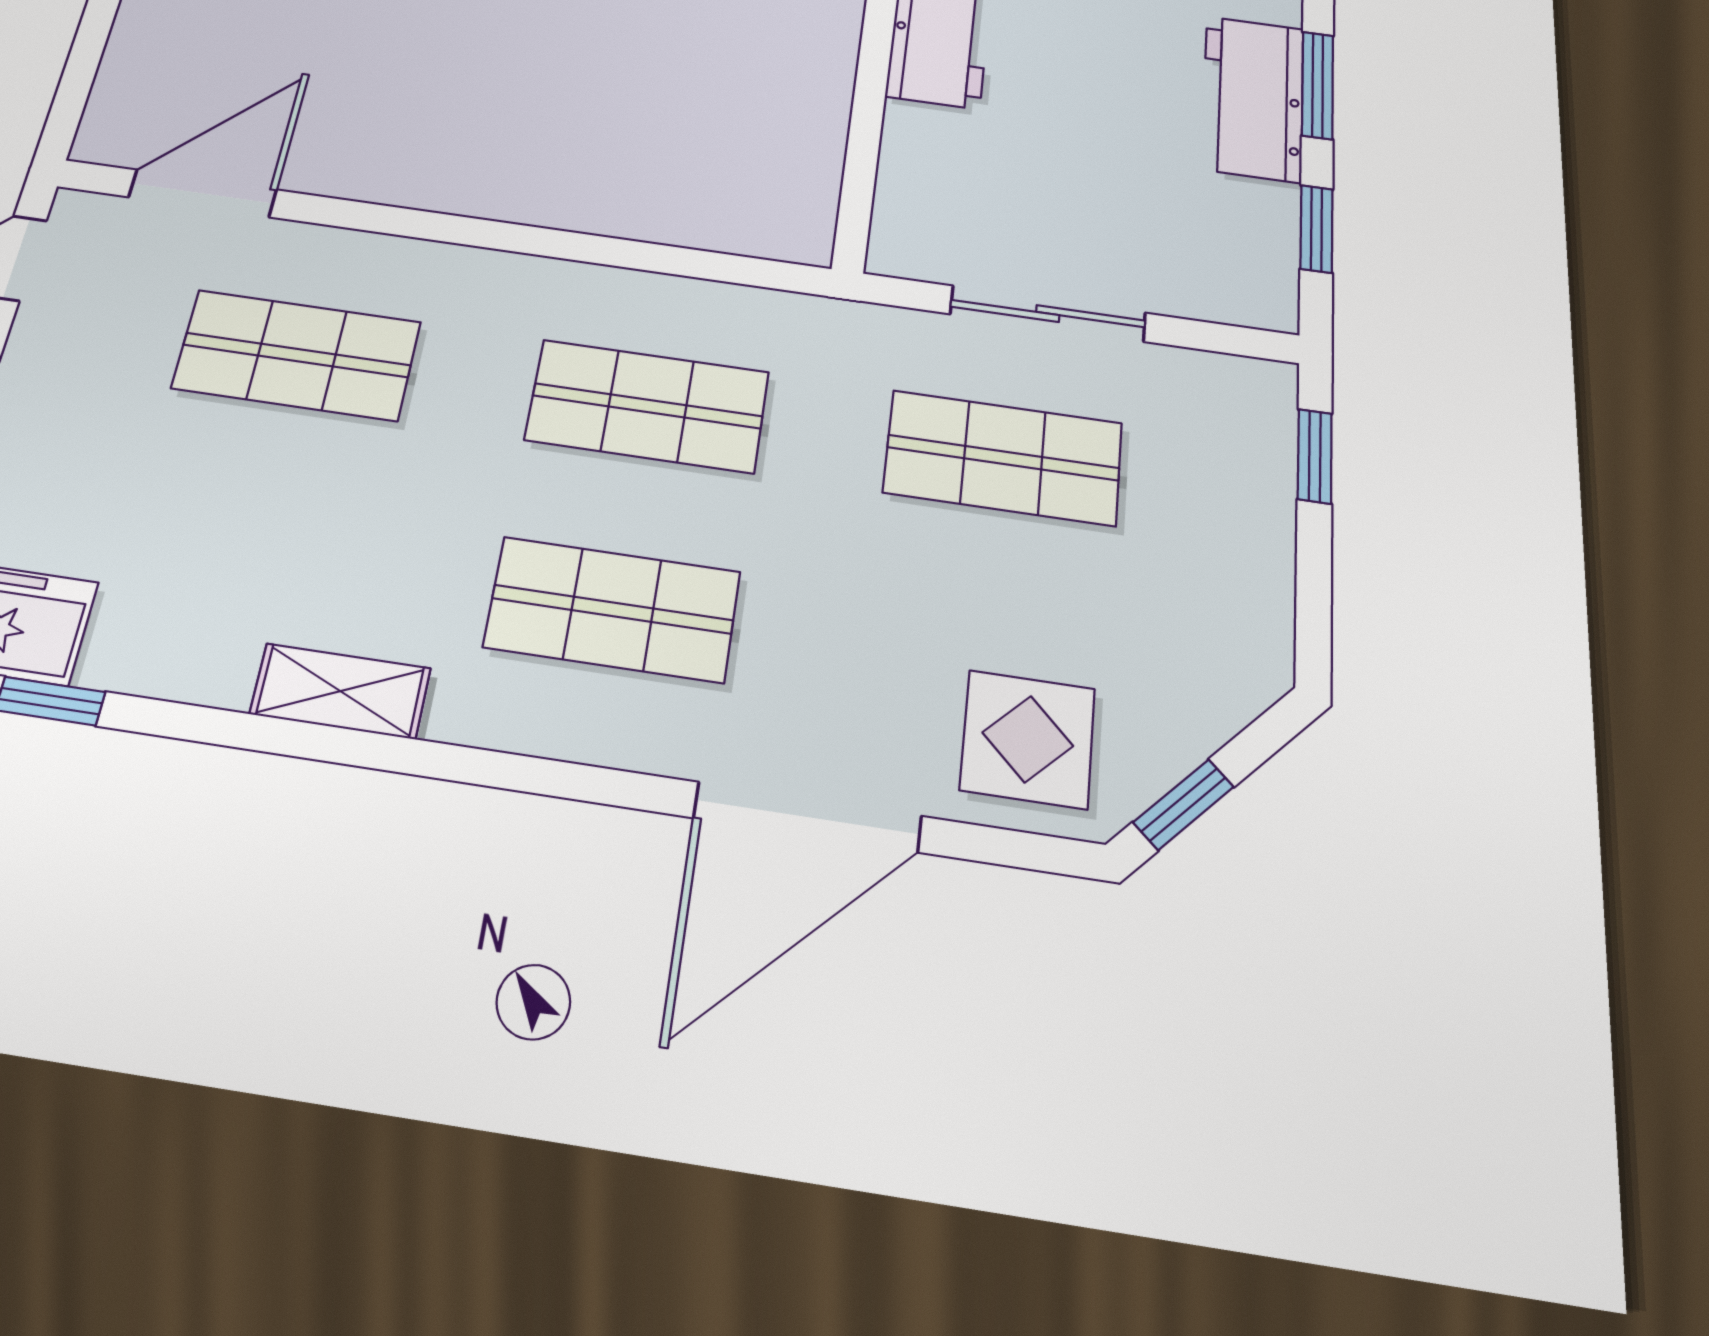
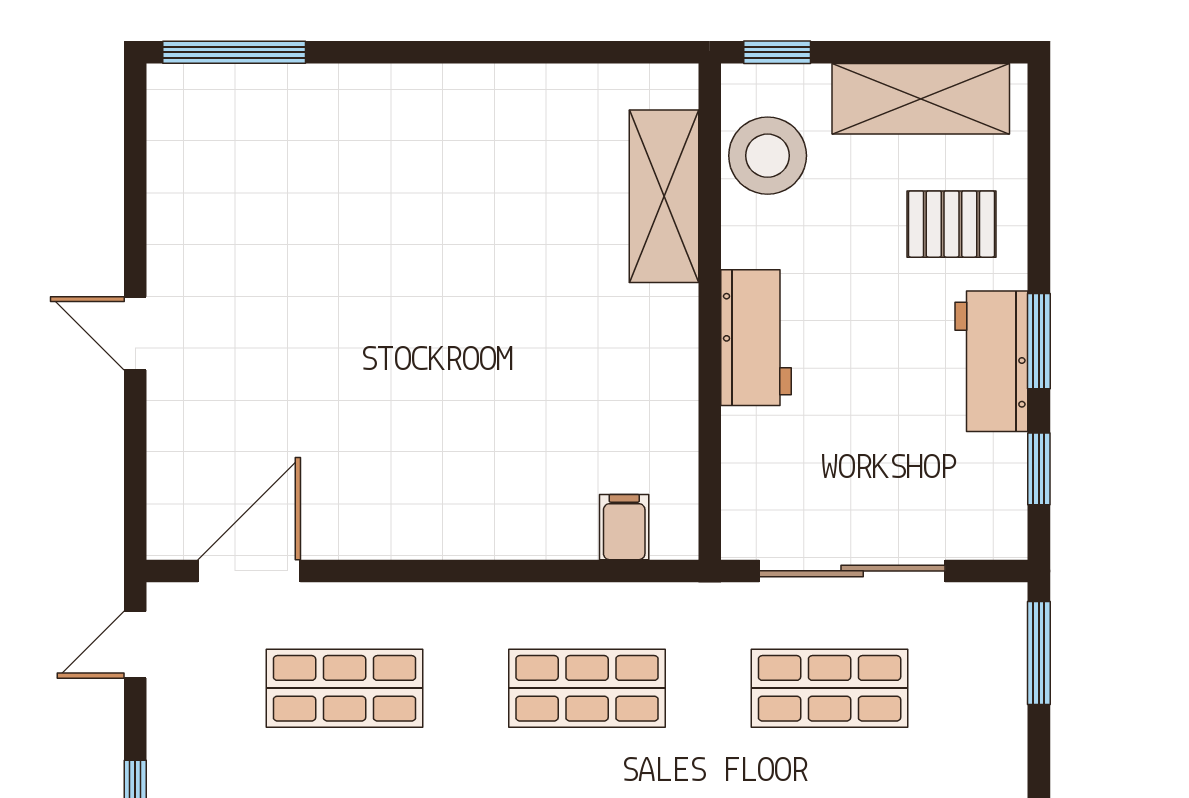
filing cabinet: (733, 216) -> (624, 527), added
sliding door: (1048, 314) -> (852, 571), width x1.37
window: (1315, 456) -> (1039, 653), width x1.50

